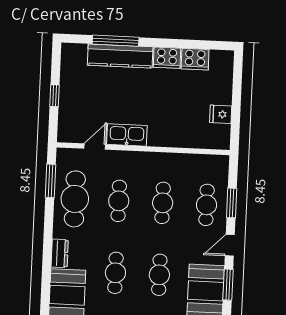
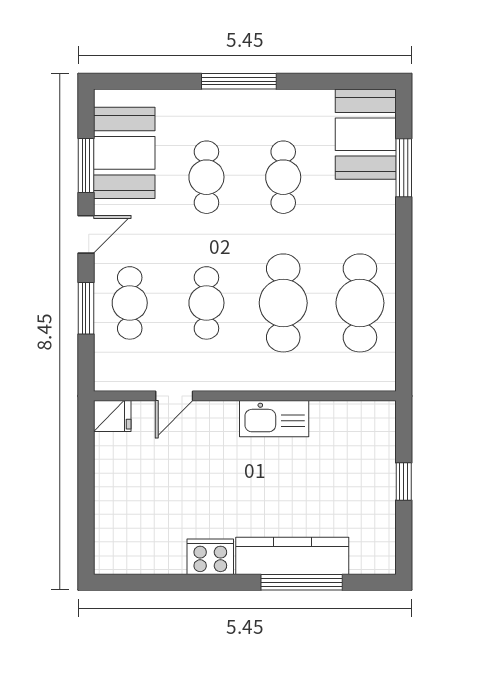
cooker: (195, 59) -> (161, 556), removed
fridge: (221, 114) -> (112, 416), moved
door: (95, 147) -> (174, 396), moved
window: (51, 181) -> (404, 168), moved
cafe table: (119, 201) -> (283, 303), width x1.37, depth x1.35
dresser: (60, 253) -> (382, 207), removed

